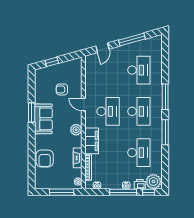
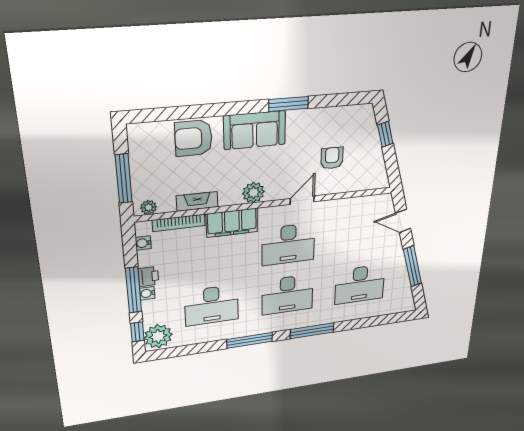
sofa: (43, 119) -> (255, 130), moved
printer: (140, 184) -> (148, 277), moved

